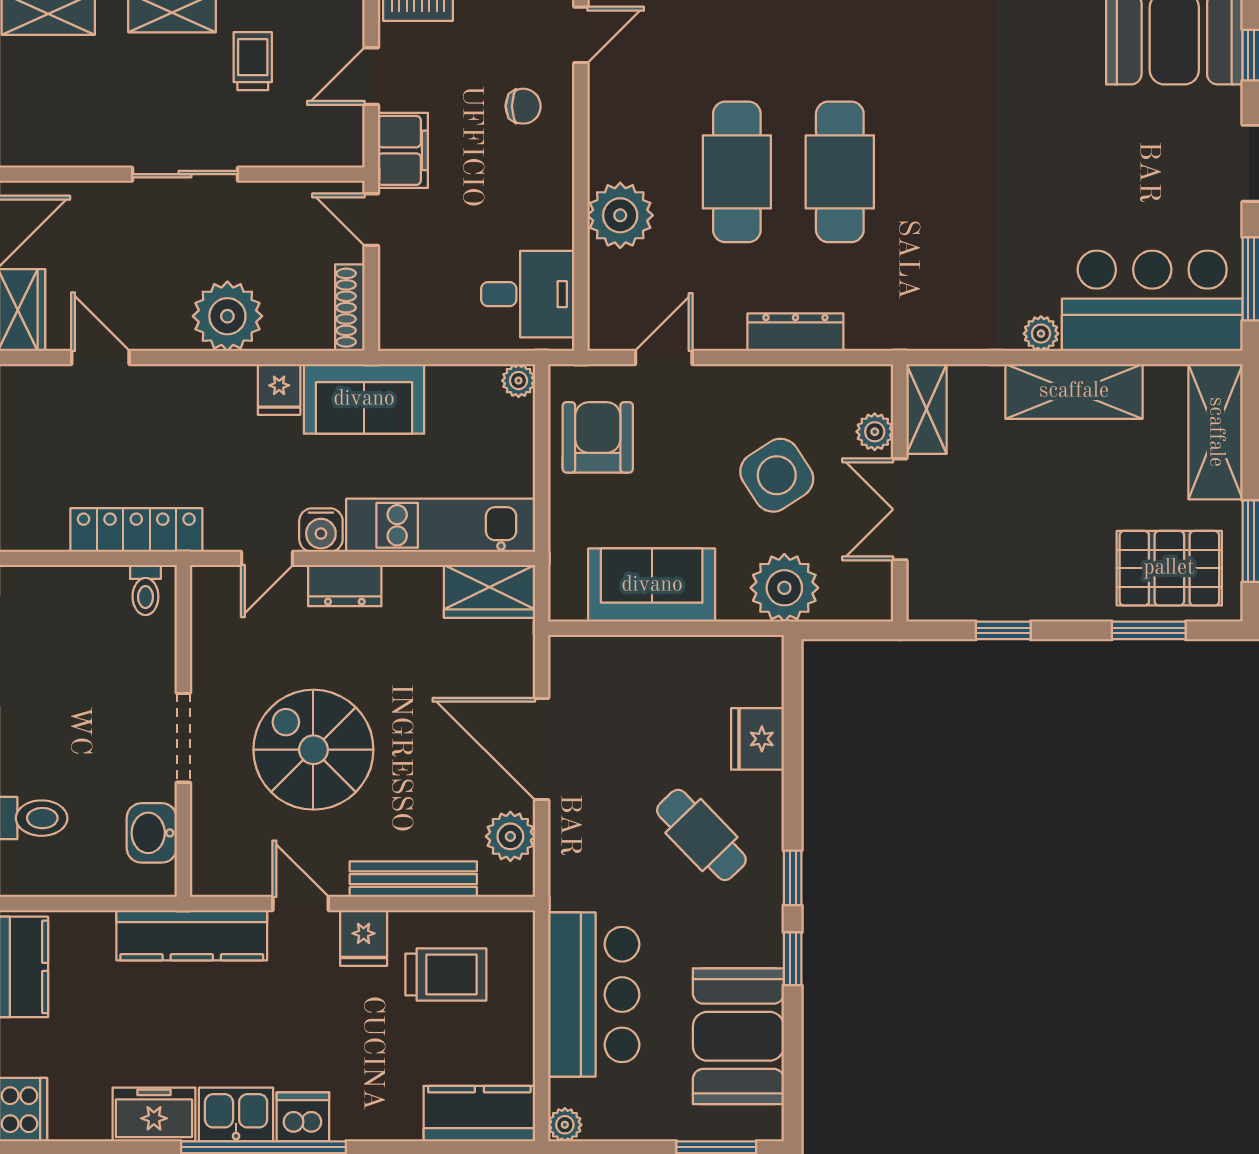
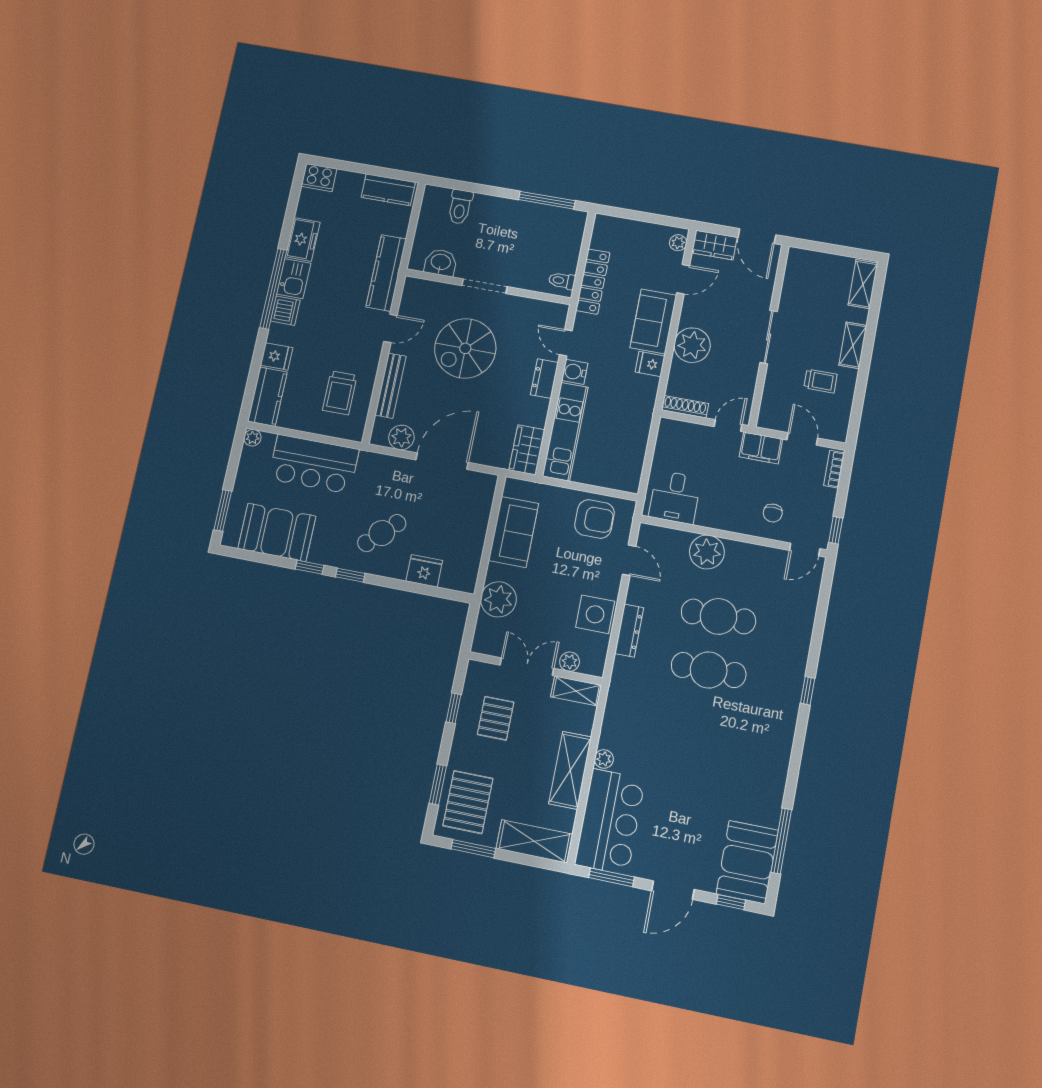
door: (581, 35) -> (805, 550), hinge flipped
plant: (519, 381) -> (678, 243), moved
sofa: (364, 399) -> (653, 321), moved
side table: (777, 475) -> (595, 614), moved, turned 33
pallet: (1006, 548) -> (496, 718), added
spiral stairs: (313, 750) -> (465, 348), turned 180
fridge: (364, 938) -> (277, 356), moved, turned 180

